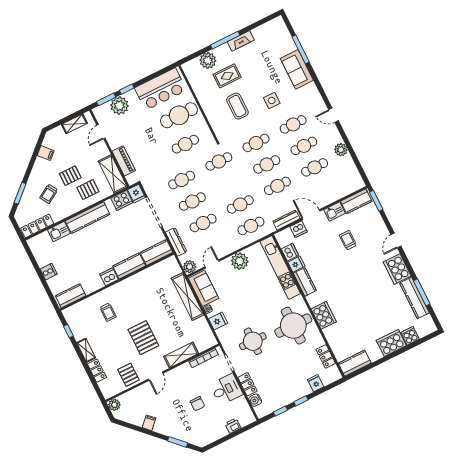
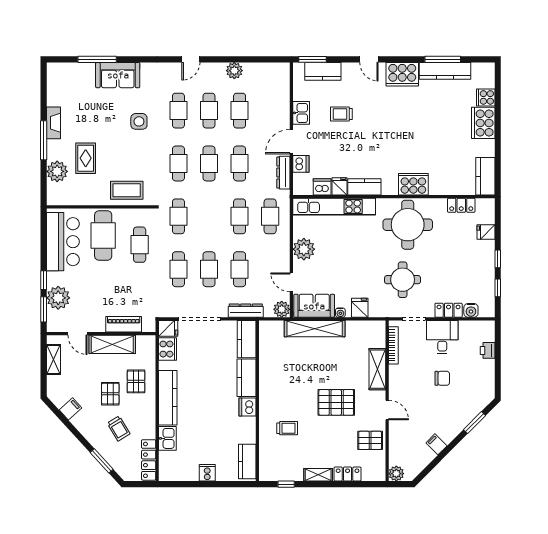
coffee table: (237, 106) -> (127, 190), moved
shelving: (113, 174) -> (112, 344), moved
kitchen counter: (356, 201) -> (323, 71), moved, turned 90

